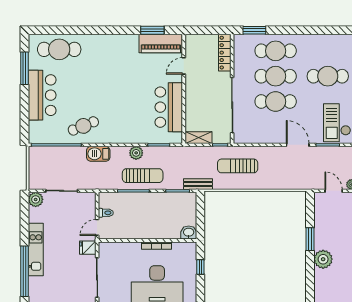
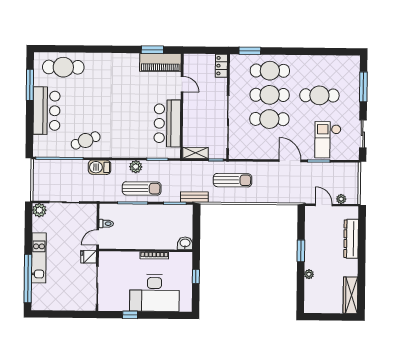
locker: (225, 53) -> (221, 66), width x0.66
door: (184, 66) -> (182, 84), swing flipped
sun lounger: (238, 166) -> (233, 180), turned 180
plant: (323, 259) -> (309, 274), width x0.53, depth x0.53

